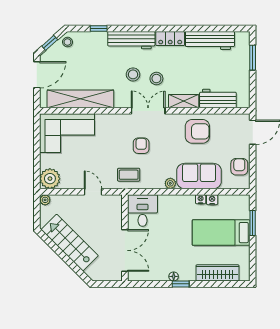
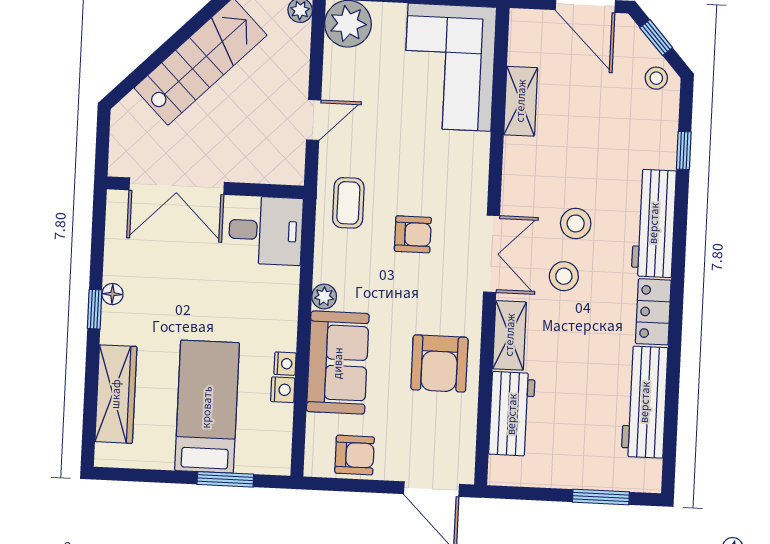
shelving: (80, 99) -> (521, 101), width x0.45, depth x0.75

